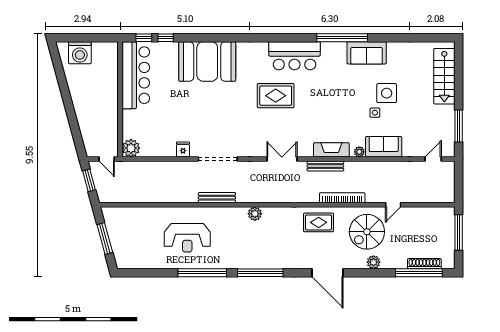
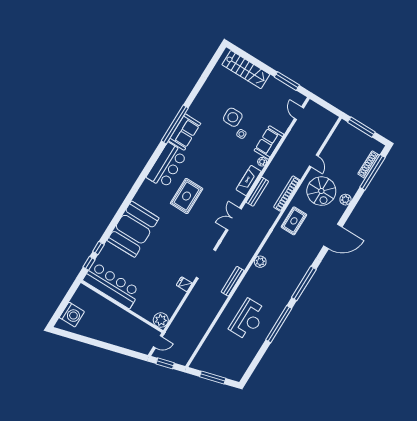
sofa: (367, 53) -> (185, 132), moved

